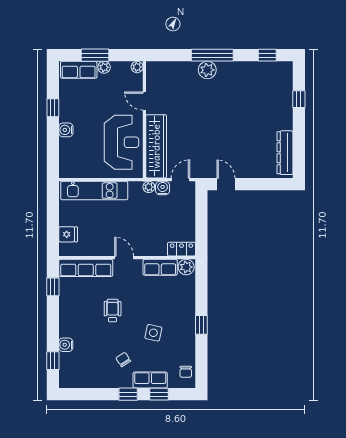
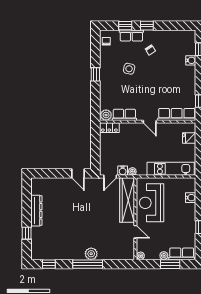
water cooler: (66, 130) -> (191, 198), moved
dresser: (285, 153) -> (36, 211), moved
wheelchair: (113, 311) -> (158, 84), removed

